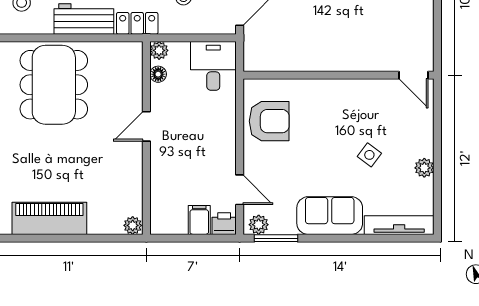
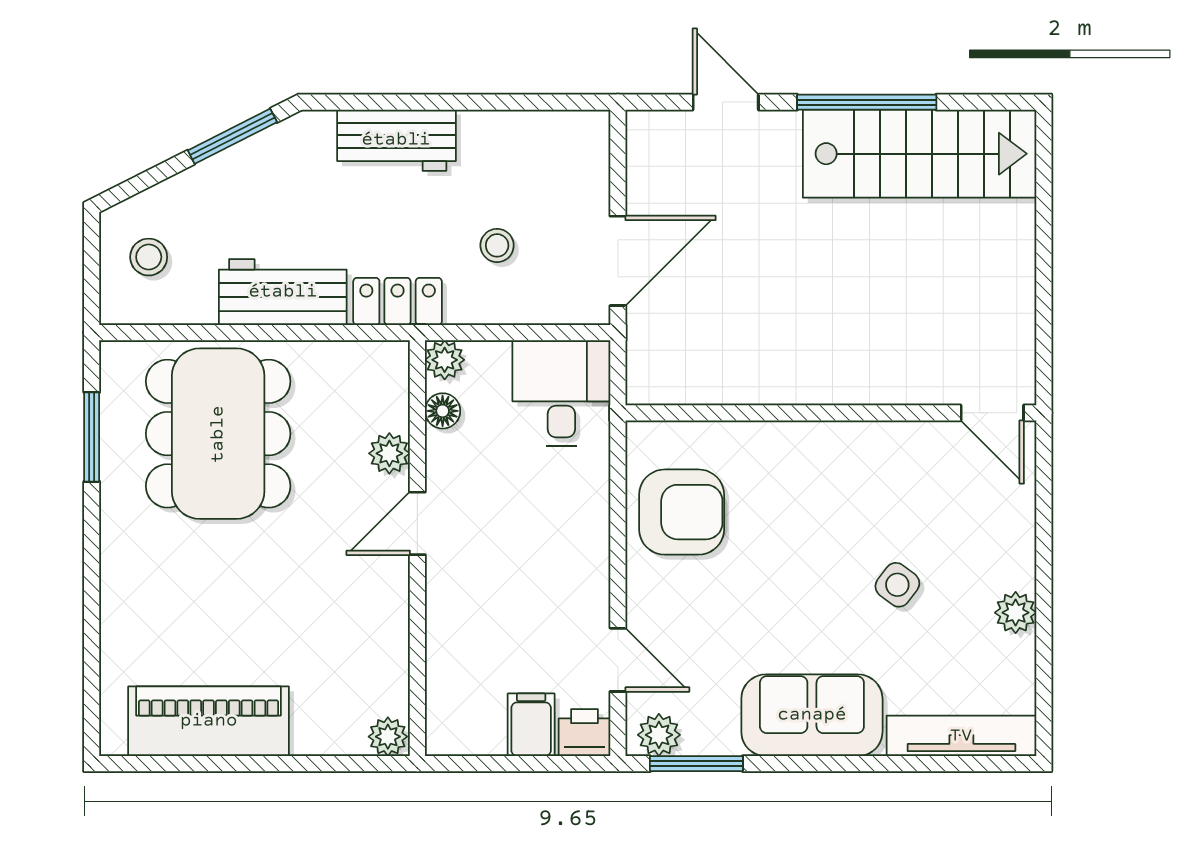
plant: (133, 94) -> (389, 453), added

